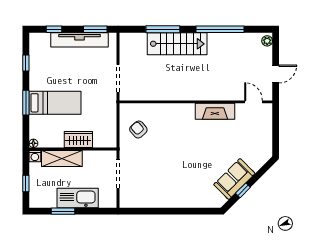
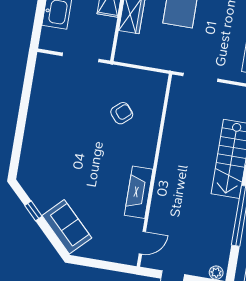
armchair: (138, 130) -> (122, 113), moved
sofa: (234, 179) -> (67, 227), moved

